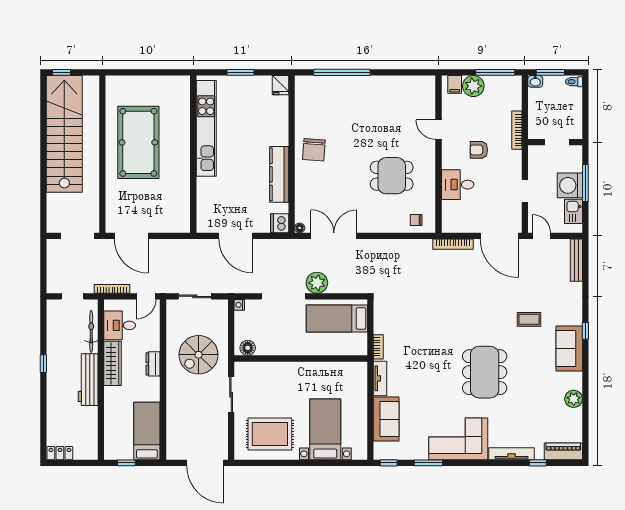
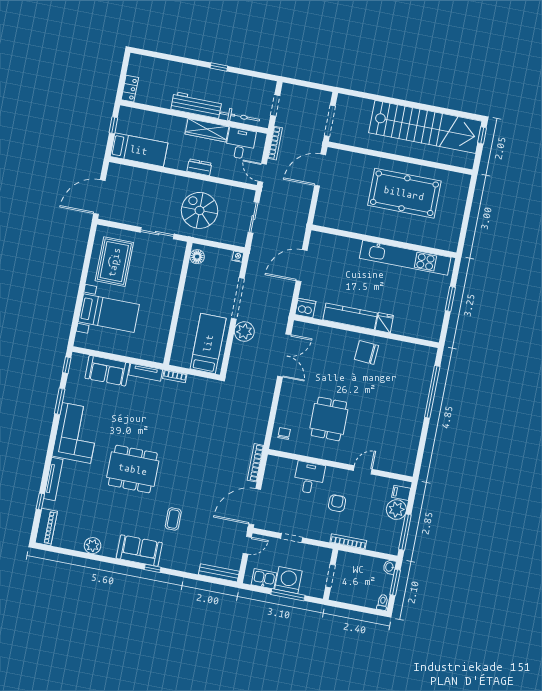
fridge: (281, 85) -> (384, 323), moved, turned 90
floor lamp: (300, 228) -> (298, 325), removed
locker: (60, 453) -> (130, 89), moved

